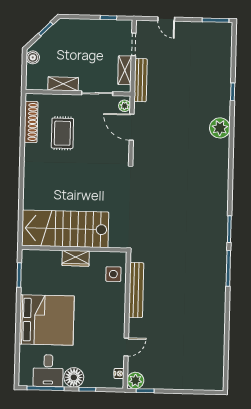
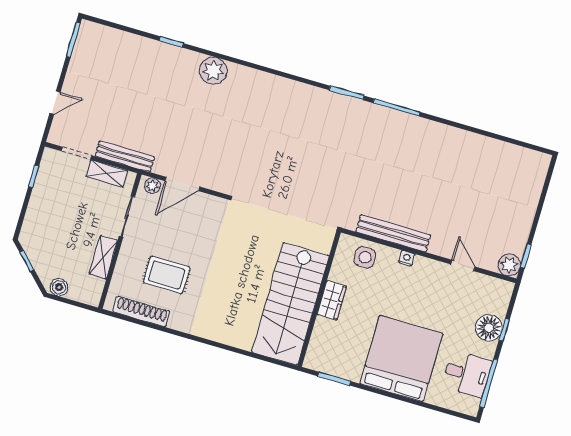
nightstand: (119, 373) -> (407, 258), moved
floor lamp: (74, 377) -> (489, 328), moved

